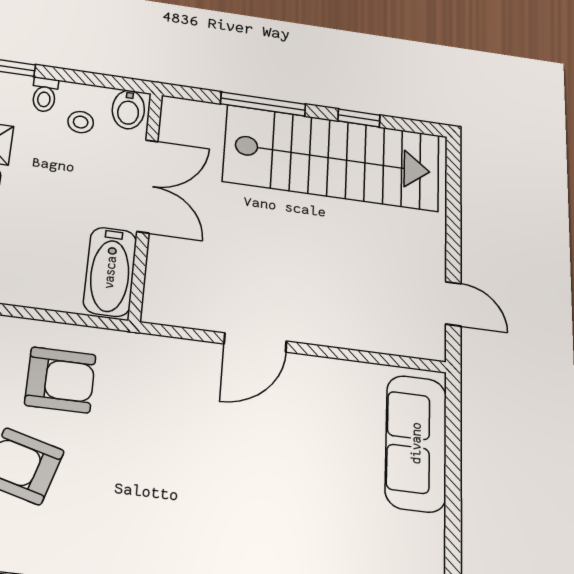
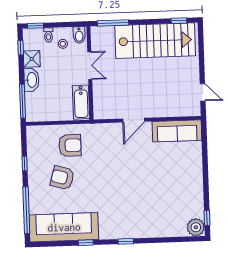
window: (263, 104) -> (113, 23), moved
window: (359, 118) -> (179, 21), moved
double door: (147, 186) -> (90, 66), width x0.73
sofa: (416, 443) -> (177, 131), moved, turned -90

